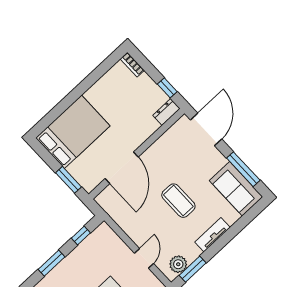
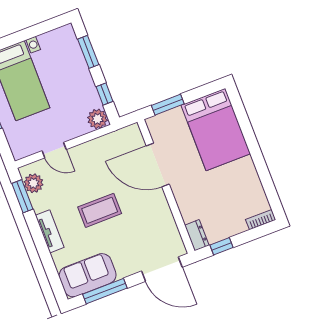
plant: (104, 233) -> (98, 119), added

